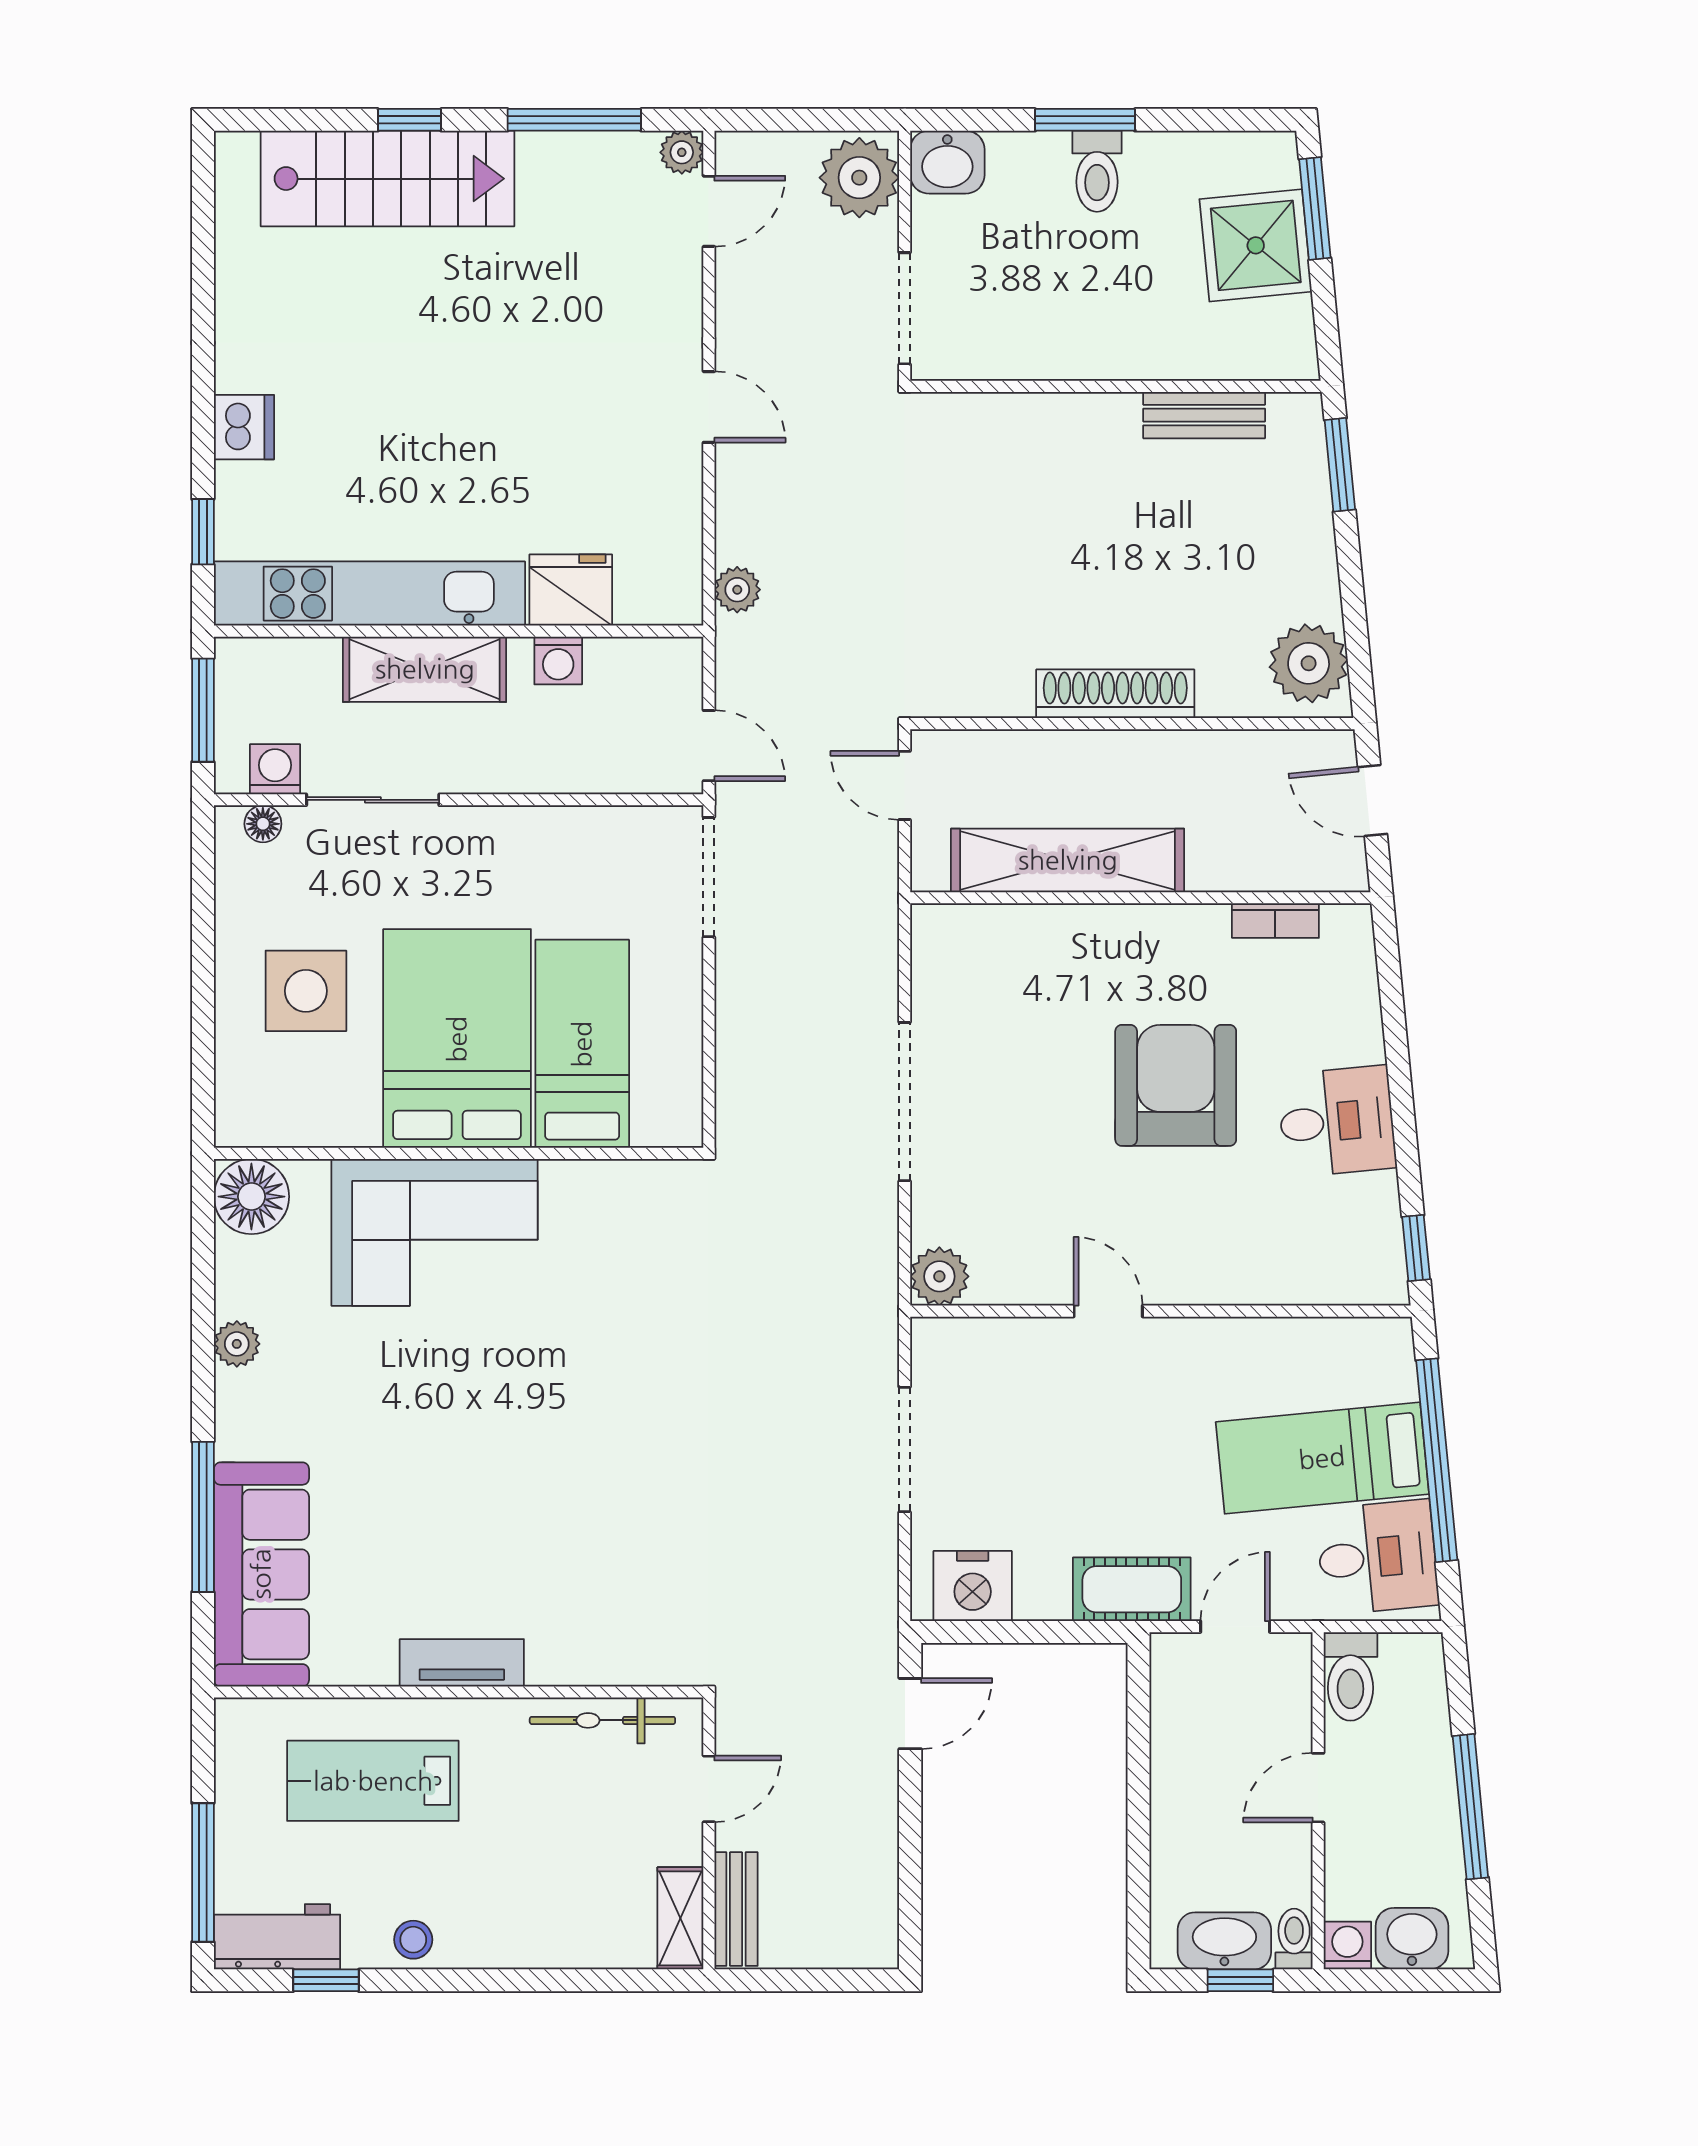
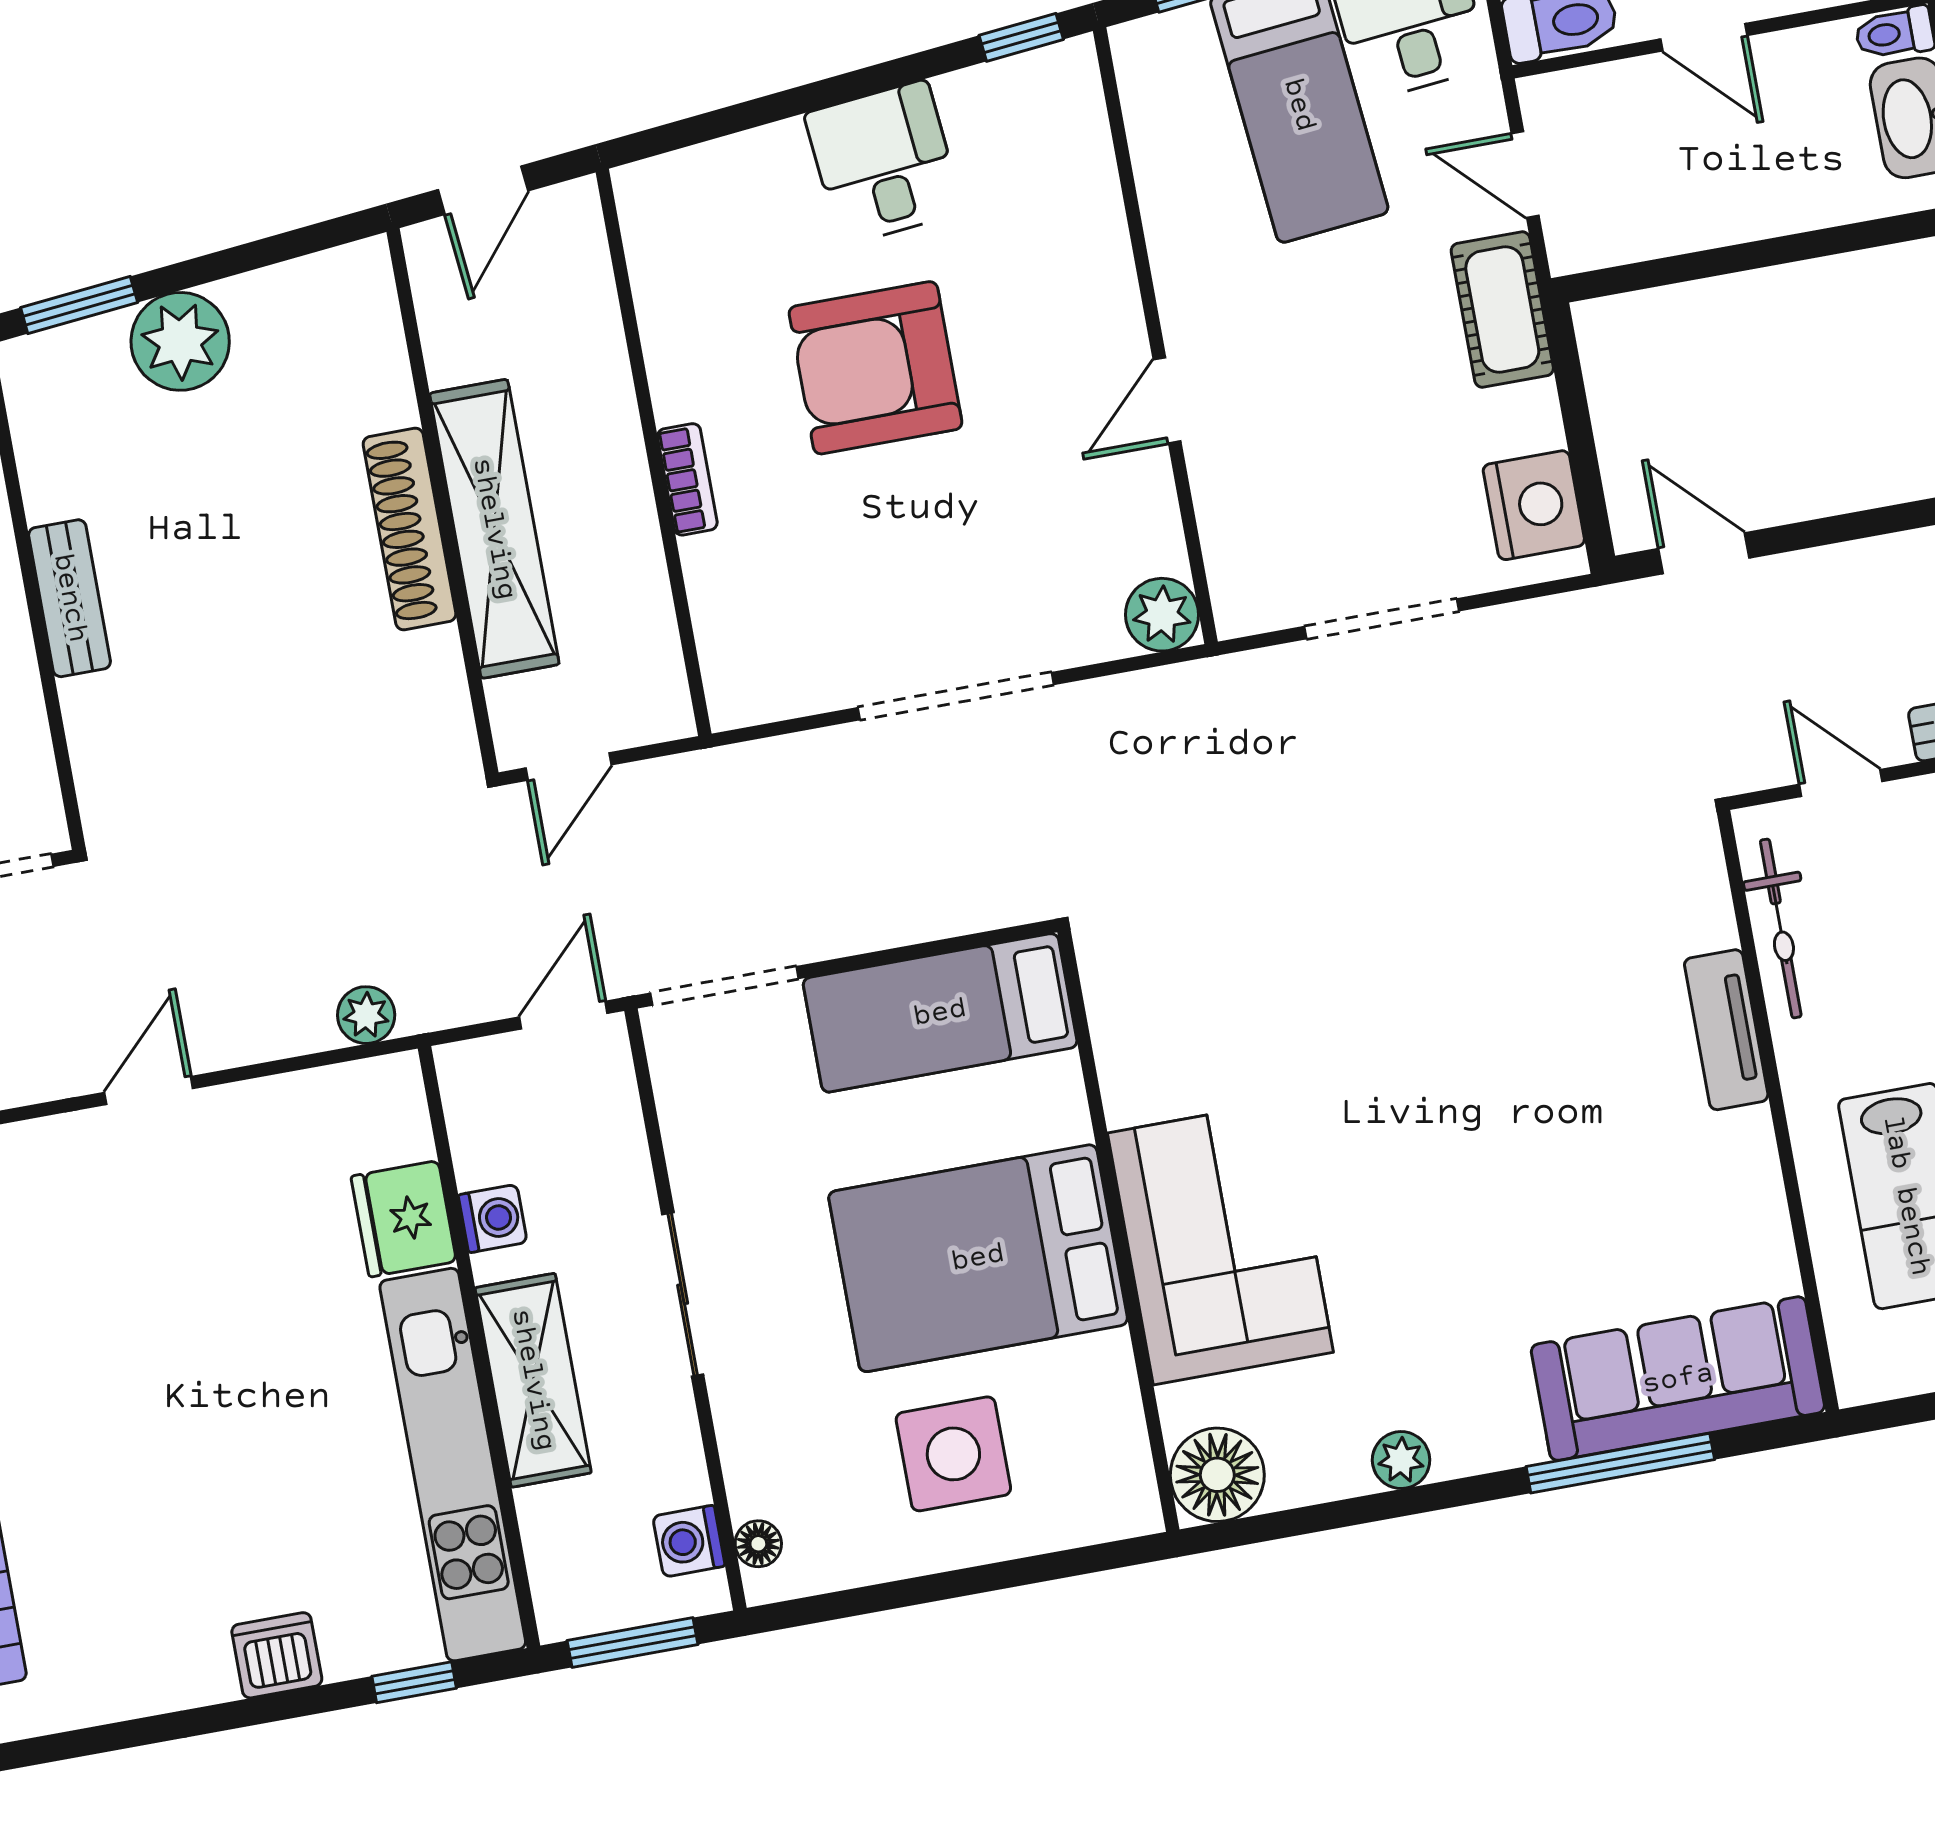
bench: (1204, 415) -> (70, 598), moved
plant: (1309, 663) -> (180, 341), moved
sliding door: (373, 800) -> (683, 1294), moved
shelving: (1068, 860) -> (494, 529), moved
bookcase: (1275, 921) -> (687, 479), moved
bed: (582, 1044) -> (940, 1013), moved
tv unit: (462, 1663) -> (1726, 1030), moved

